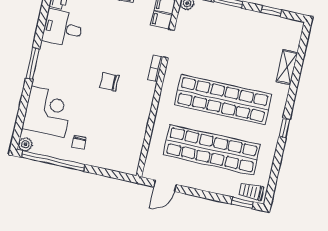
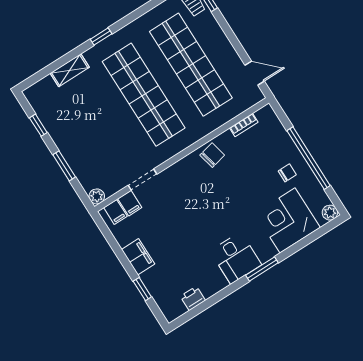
desk: (63, 28) -> (236, 258), moved
bookcase: (155, 68) -> (244, 125), moved
chair: (109, 82) -> (212, 155), moved, turned -103
window: (284, 128) -> (101, 36), moved
window: (53, 161) -> (309, 158), moved

